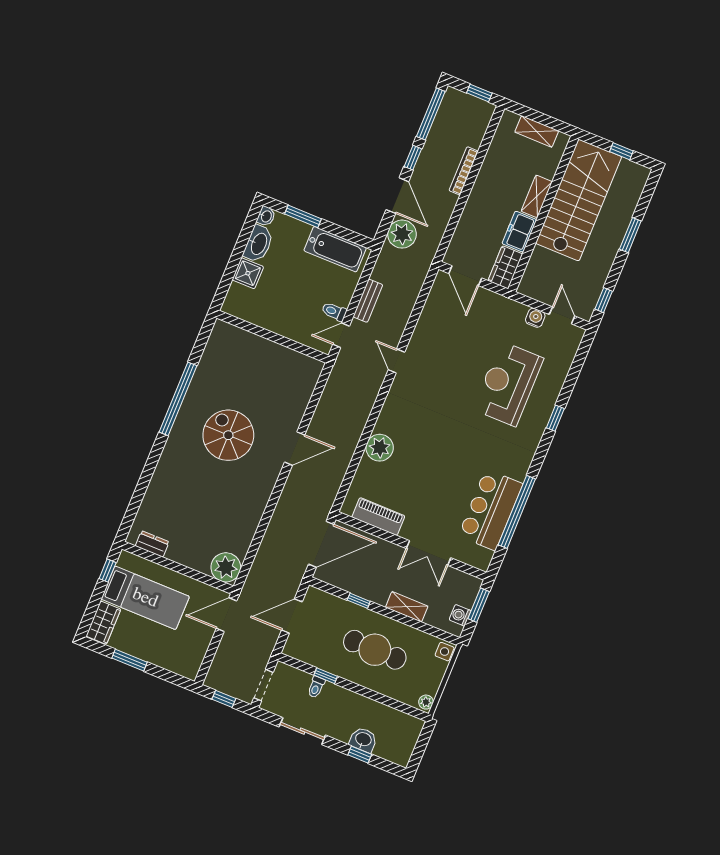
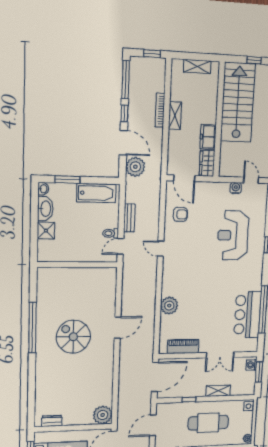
shelving: (537, 196) -> (175, 116), moved
armchair: (442, 324) -> (180, 214), added
washing machine: (460, 615) -> (251, 365), moved

